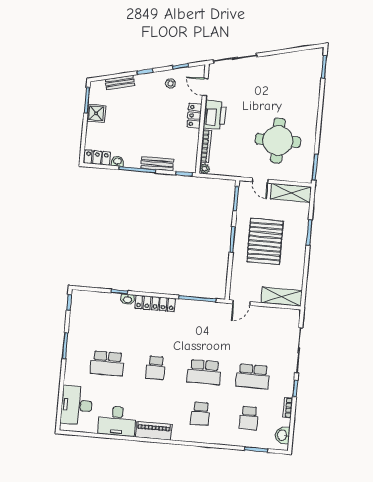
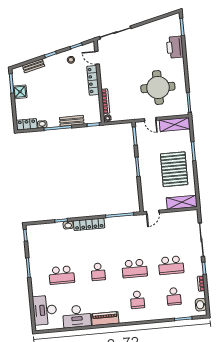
printer: (215, 115) -> (175, 47), moved, turned 180
locker: (194, 116) -> (93, 80), width x1.53
pallet: (265, 241) -> (174, 169), moved

